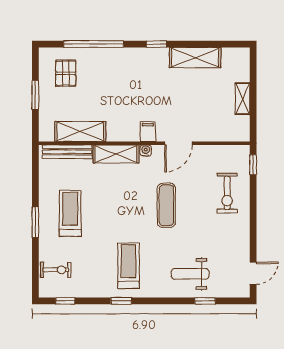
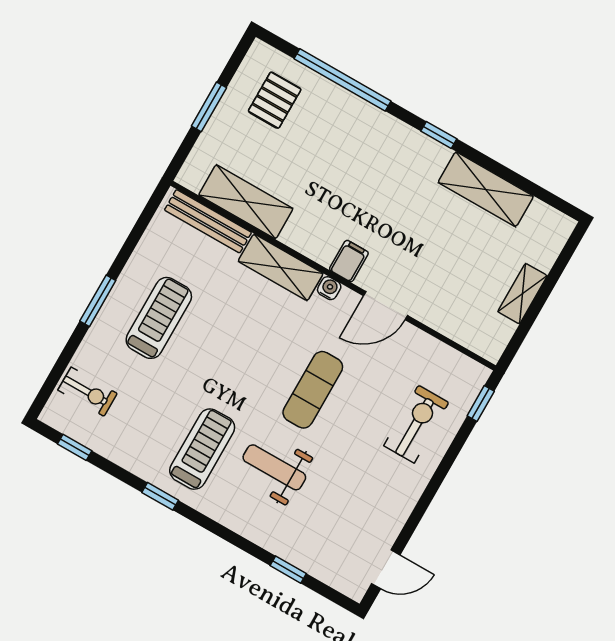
exercise bike: (227, 193) -> (416, 424), turned 180
weight bench: (190, 274) -> (274, 467), moved

